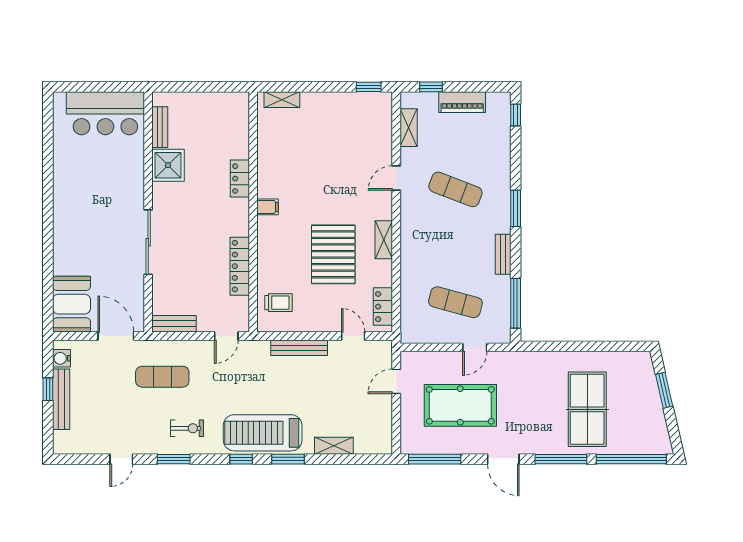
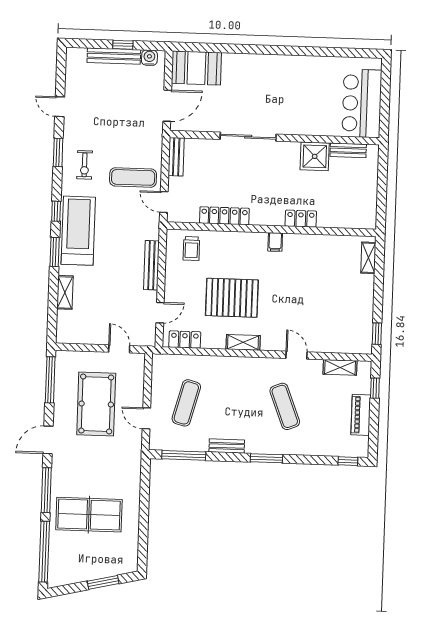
exercise mat: (455, 189) -> (285, 406), turned -42
exercise mat: (162, 377) -> (133, 177), moved, turned 90

